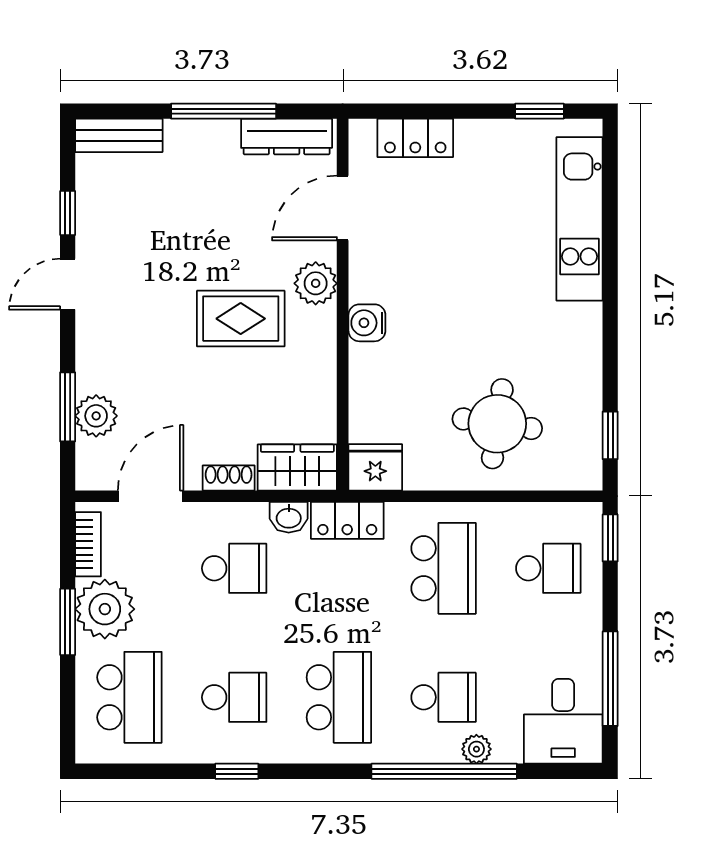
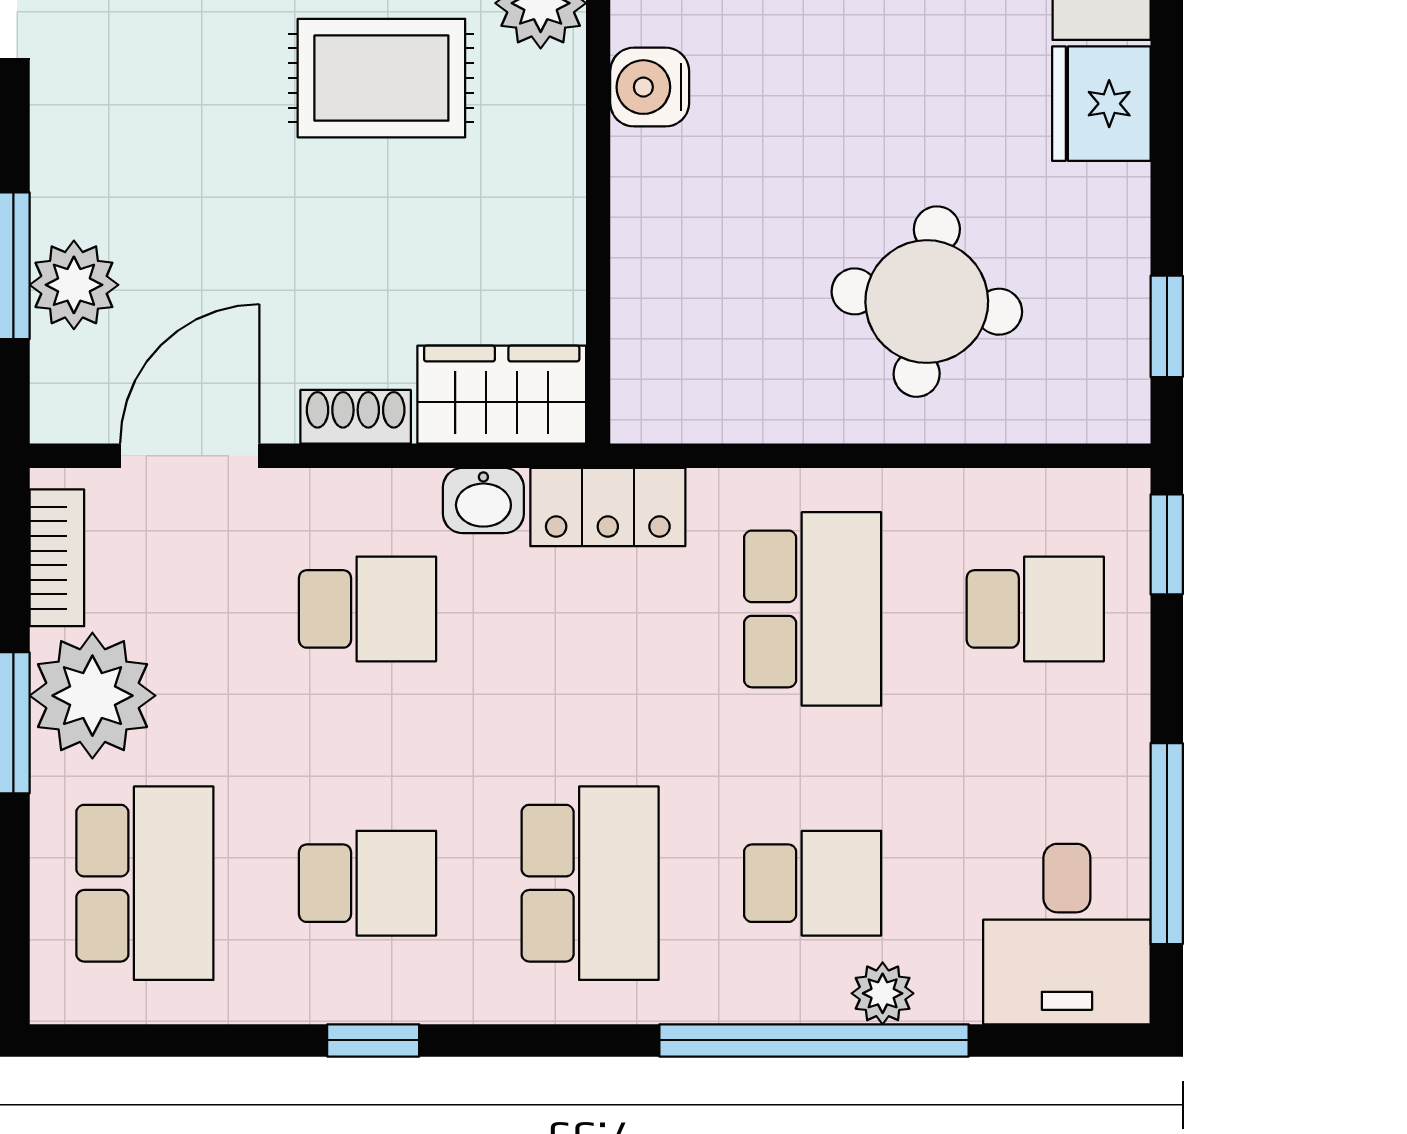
fridge: (375, 467) -> (1101, 104), moved, turned -90

